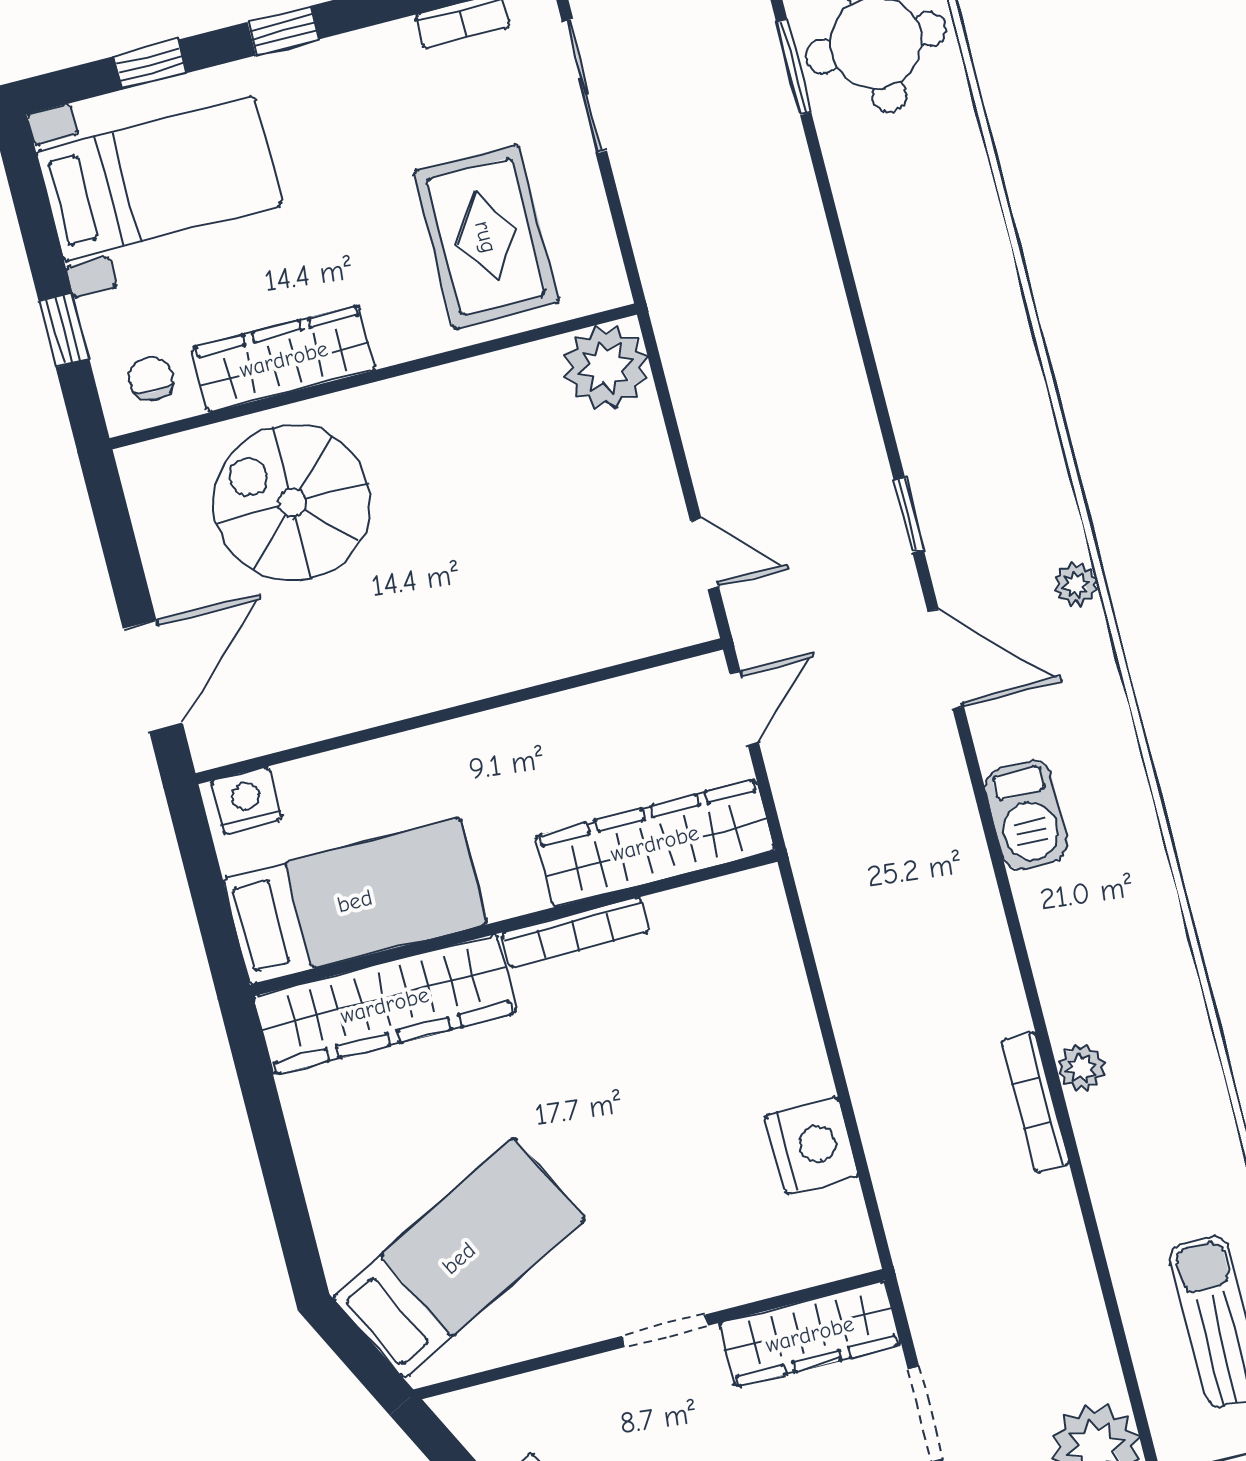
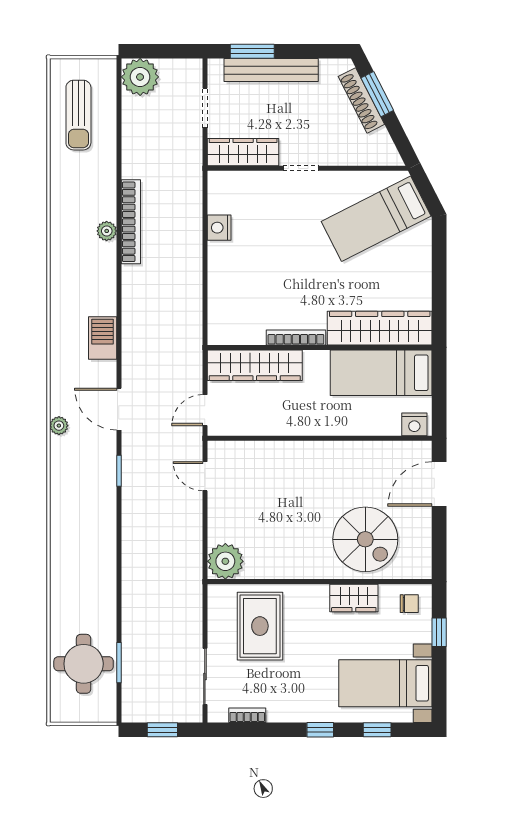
wardrobe: (284, 359) -> (354, 598), width x0.67
chair: (151, 379) -> (409, 604), turned -90
bookcase: (1035, 1102) -> (131, 222), width x1.48, depth x1.31
nightstand: (812, 1145) -> (219, 228), width x0.74, depth x0.75

